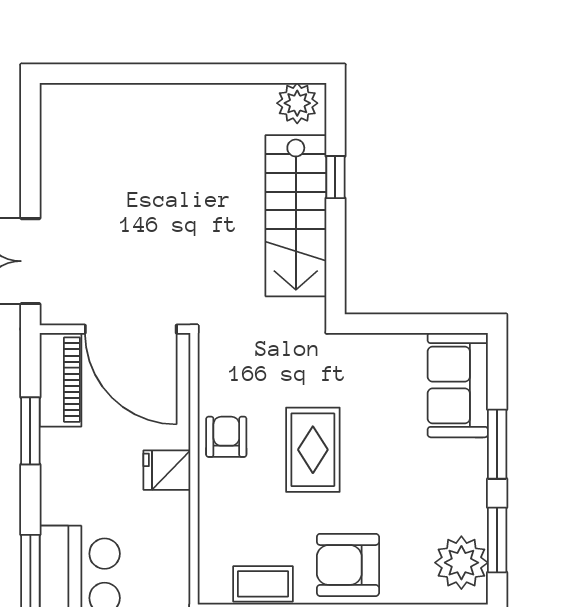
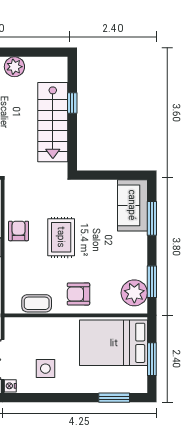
plant: (297, 103) -> (14, 67), moved
window: (497, 444) -> (152, 218), moved
armchair: (348, 565) -> (78, 294), width x0.72, depth x0.72

